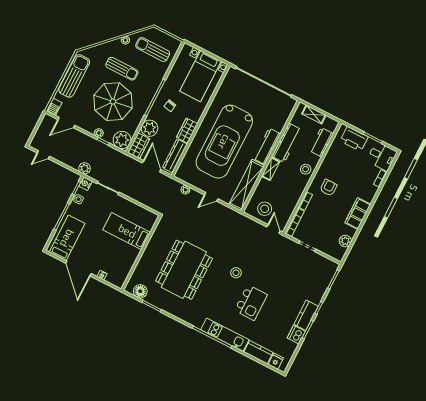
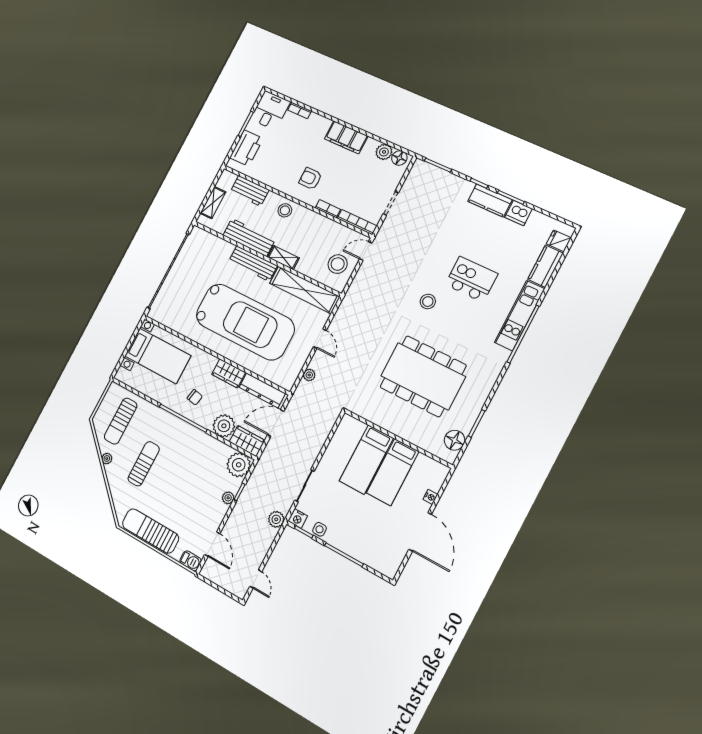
parasol: (113, 102) -> (186, 477), removed
bed: (67, 238) -> (393, 472), moved, turned -90
floor lamp: (340, 252) -> (399, 158), added
door: (79, 268) -> (420, 532), hinge flipped

